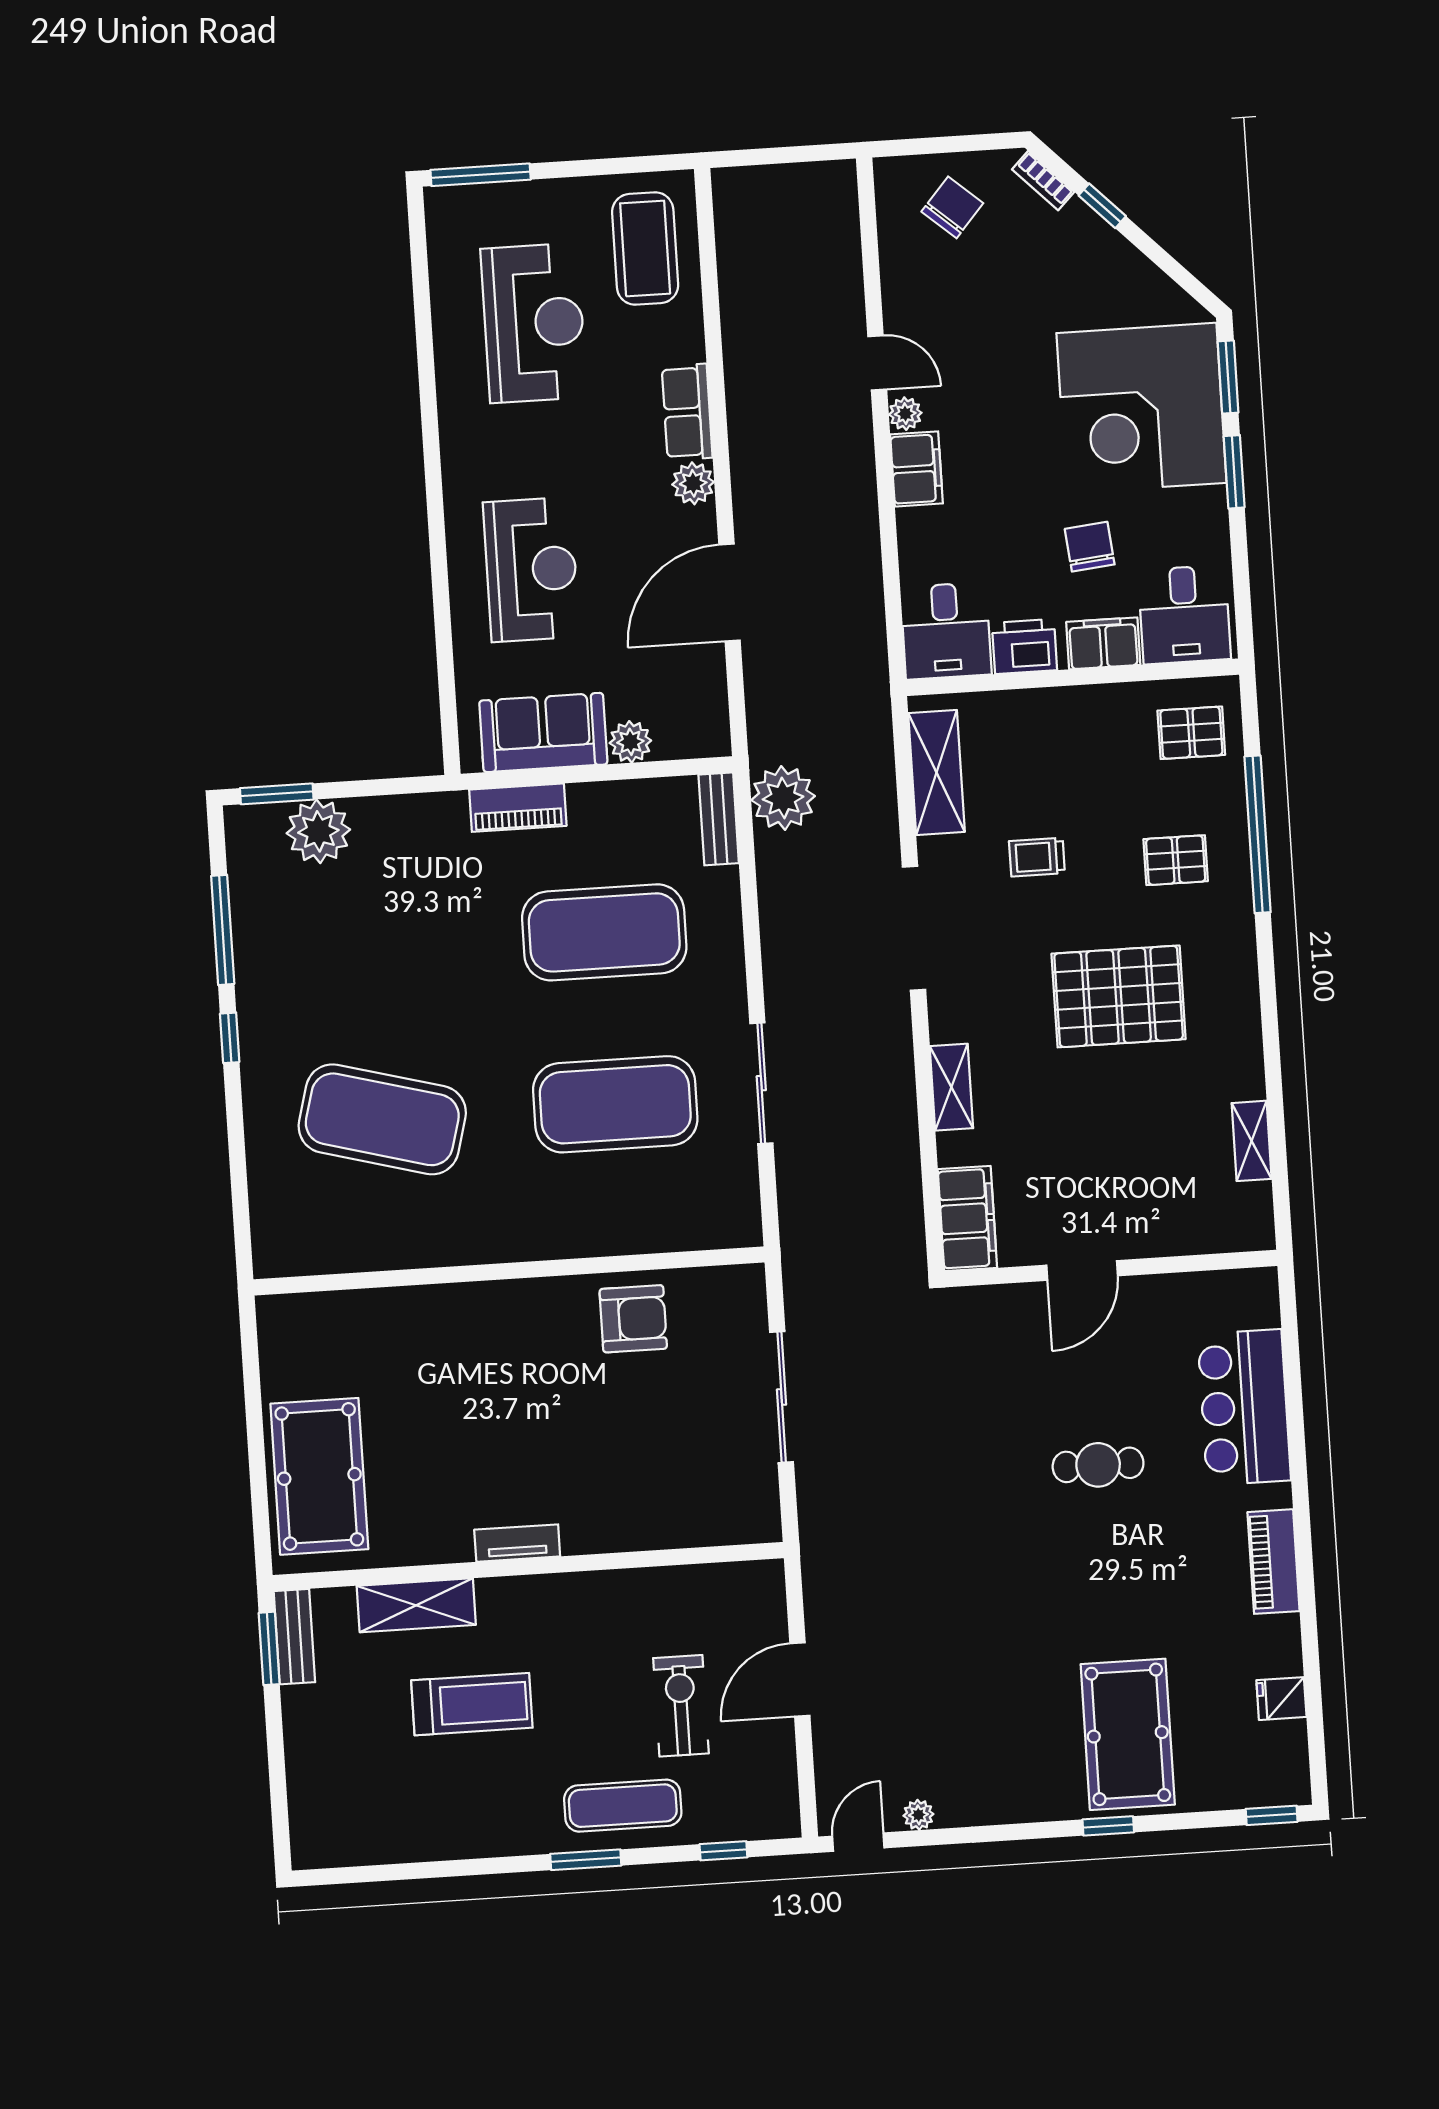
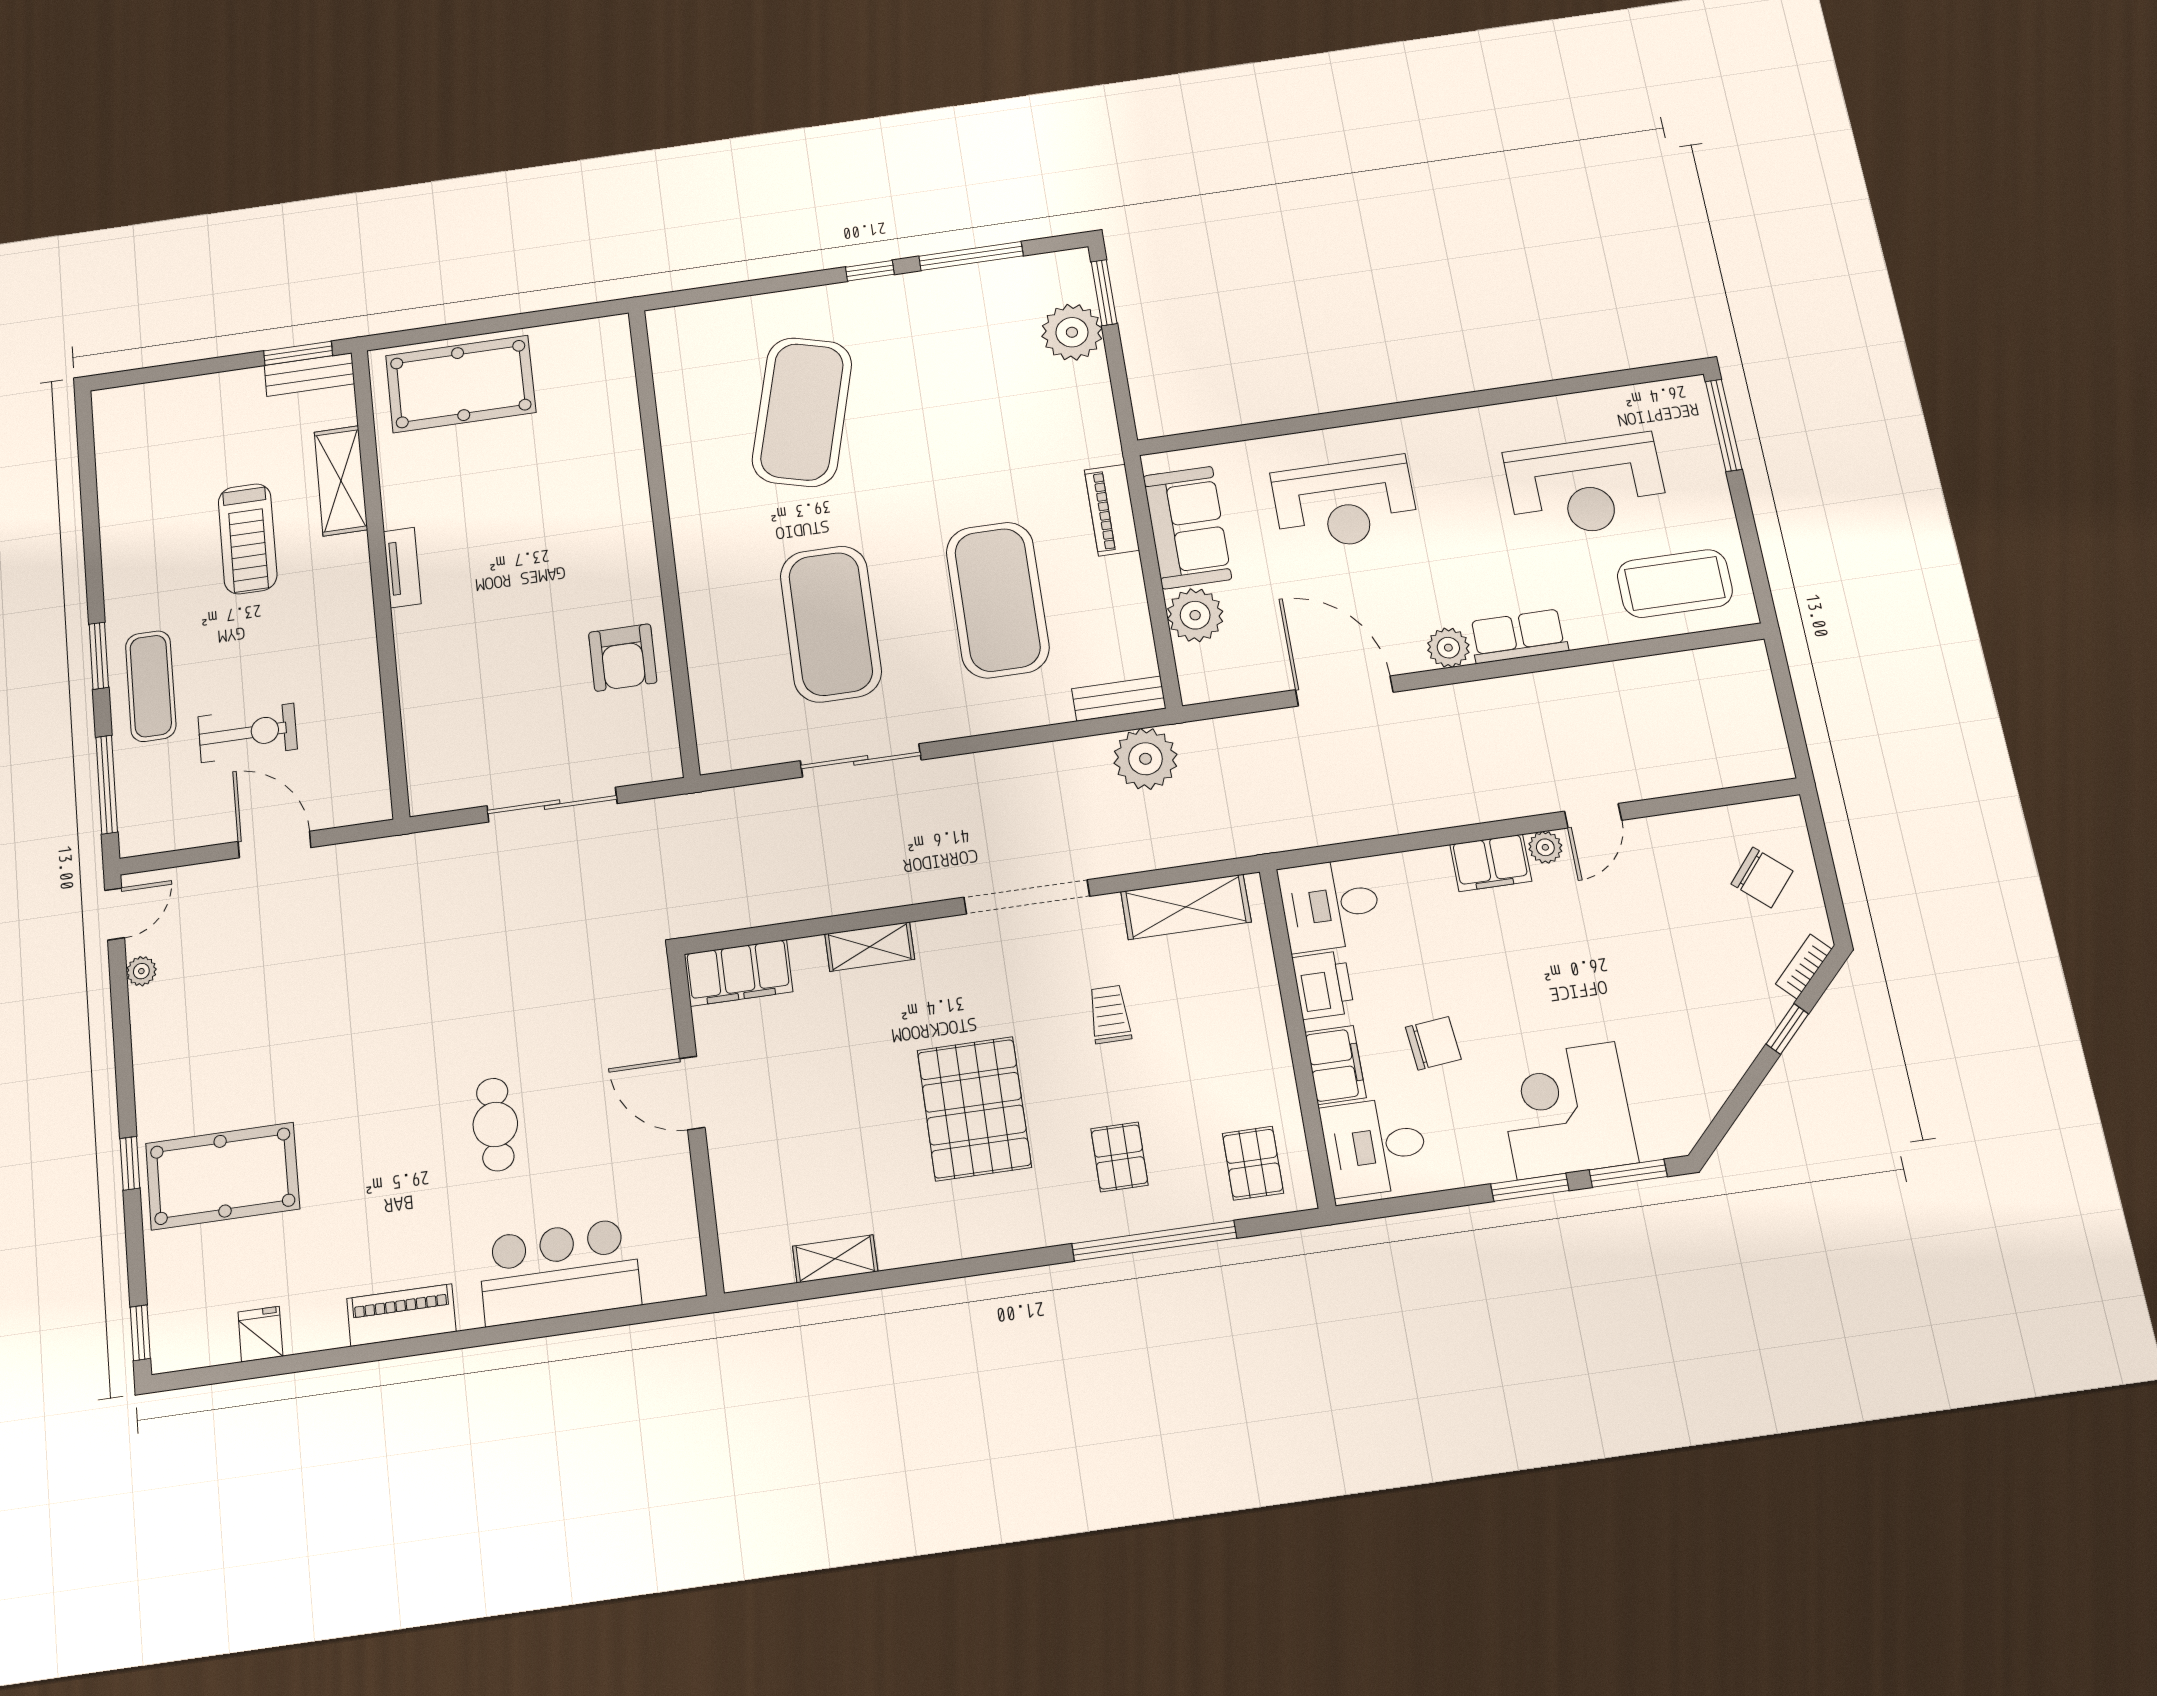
corner desk: (1141, 408) -> (1566, 1110), width x0.74, depth x0.74
plant: (630, 742) -> (1195, 615), width x1.36, depth x1.36
door: (858, 1842) -> (115, 914), hinge flipped
window: (723, 1851) -> (107, 785), width x2.17

